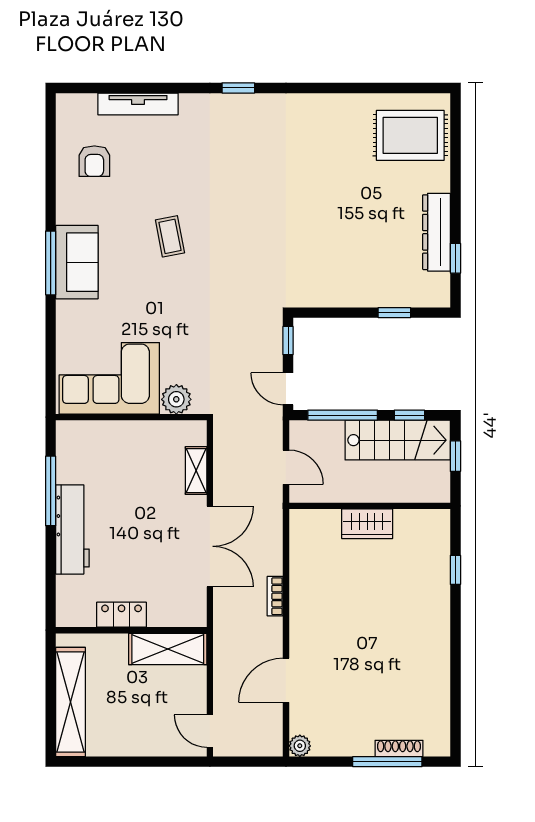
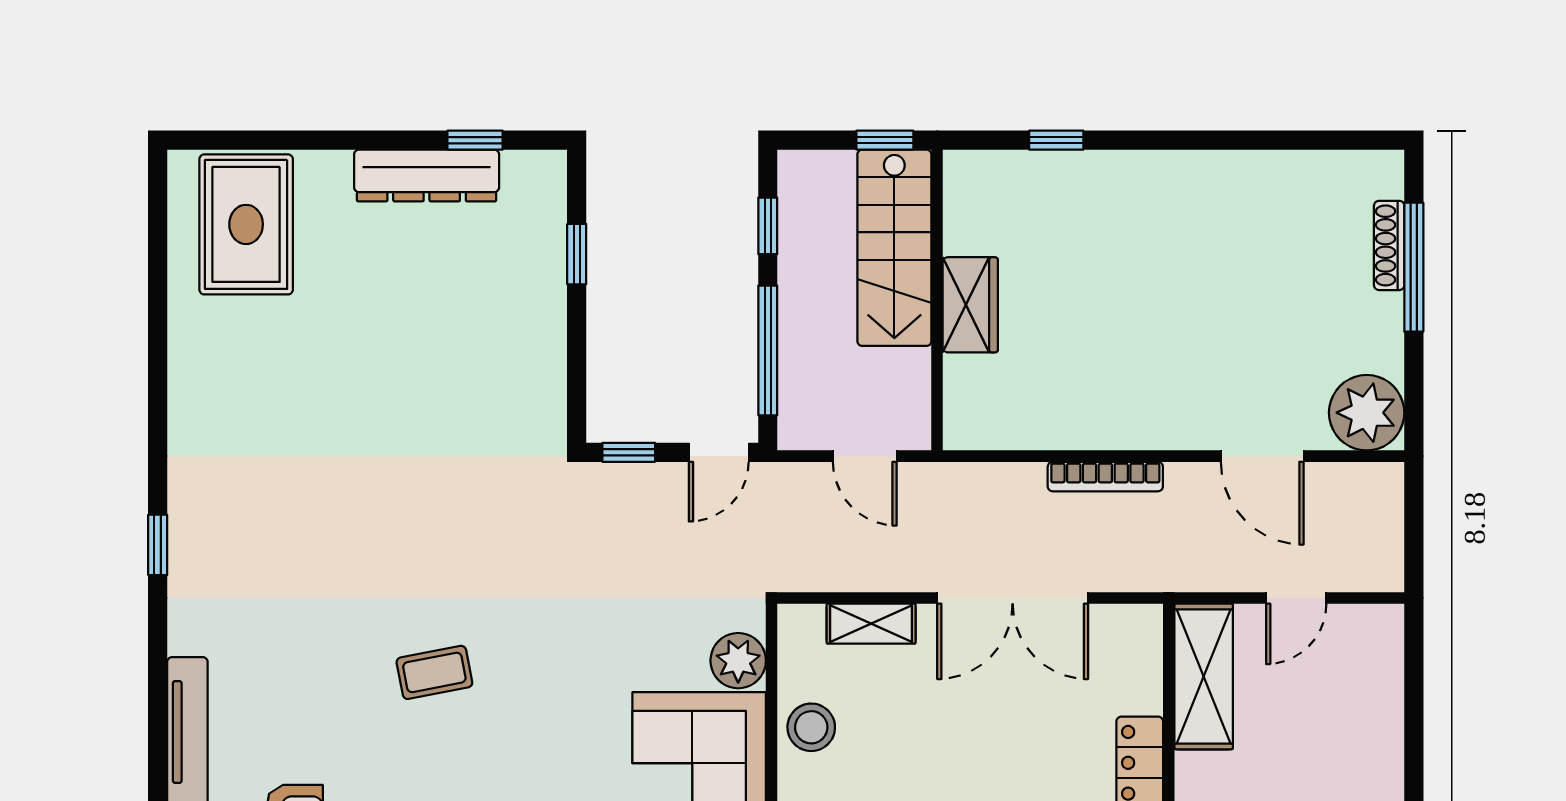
stool: (141, 438) -> (811, 727), added
stairs: (398, 440) -> (894, 248), moved, turned 180
window: (455, 456) -> (885, 140), moved
door: (286, 467) -> (865, 456), swing flipped
double door: (210, 546) -> (1013, 598), swing flipped
bookcase: (275, 596) -> (1105, 477), width x1.56
door: (210, 731) -> (1296, 598), moved
plant: (300, 746) -> (1367, 413), width x1.87, depth x1.87

